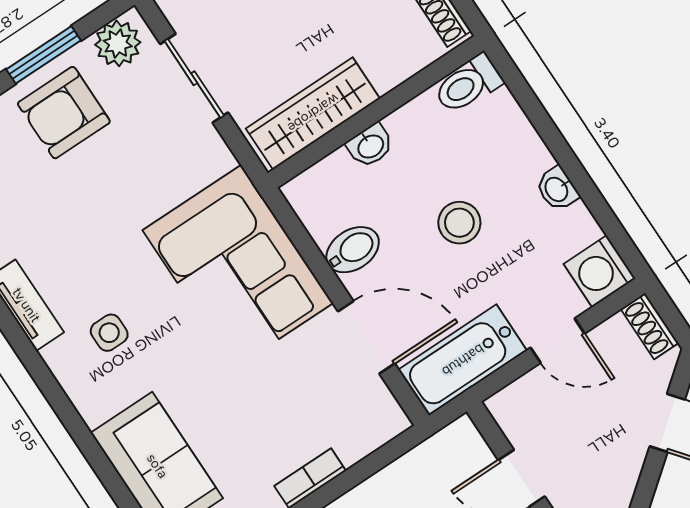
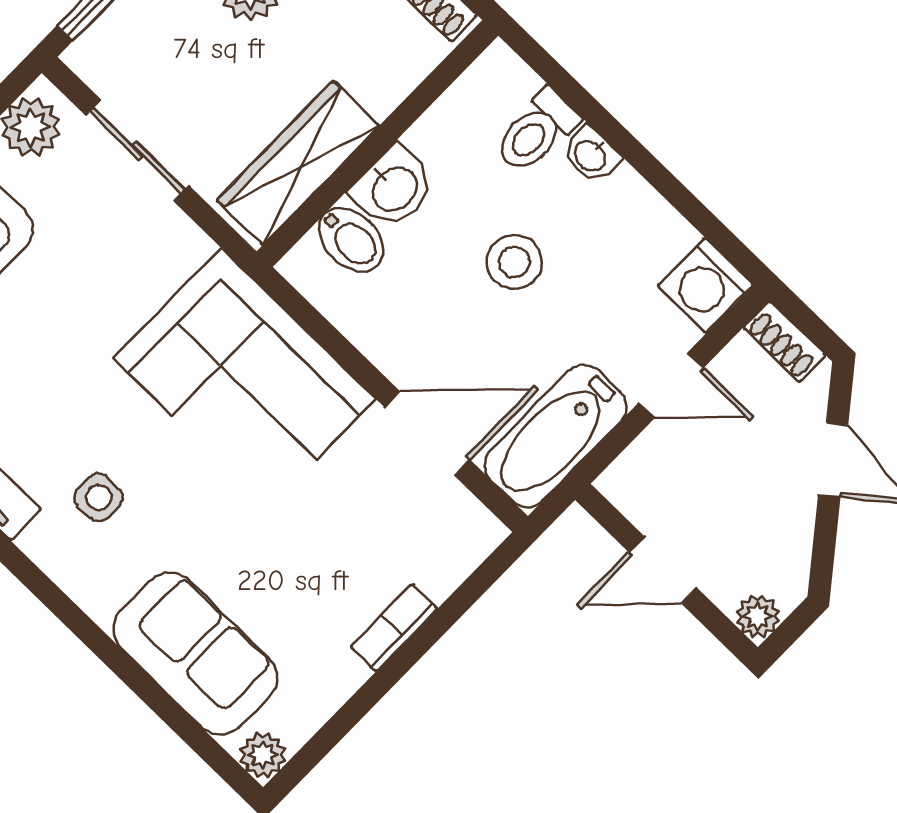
toilet: (468, 84) -> (537, 131), moved
washbasin: (370, 146) -> (394, 188), width x1.38, depth x1.45
washbasin: (557, 189) -> (591, 155), moved
bidet: (353, 250) -> (351, 240), moved, turned 90

